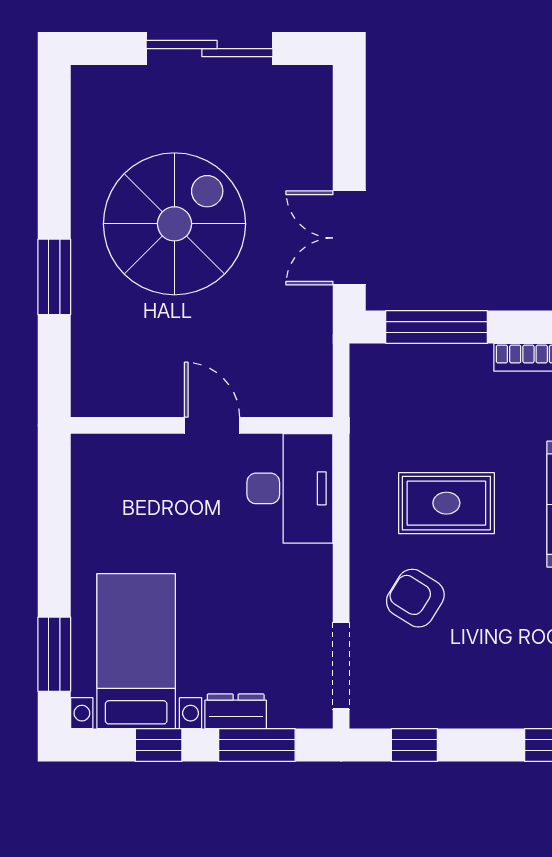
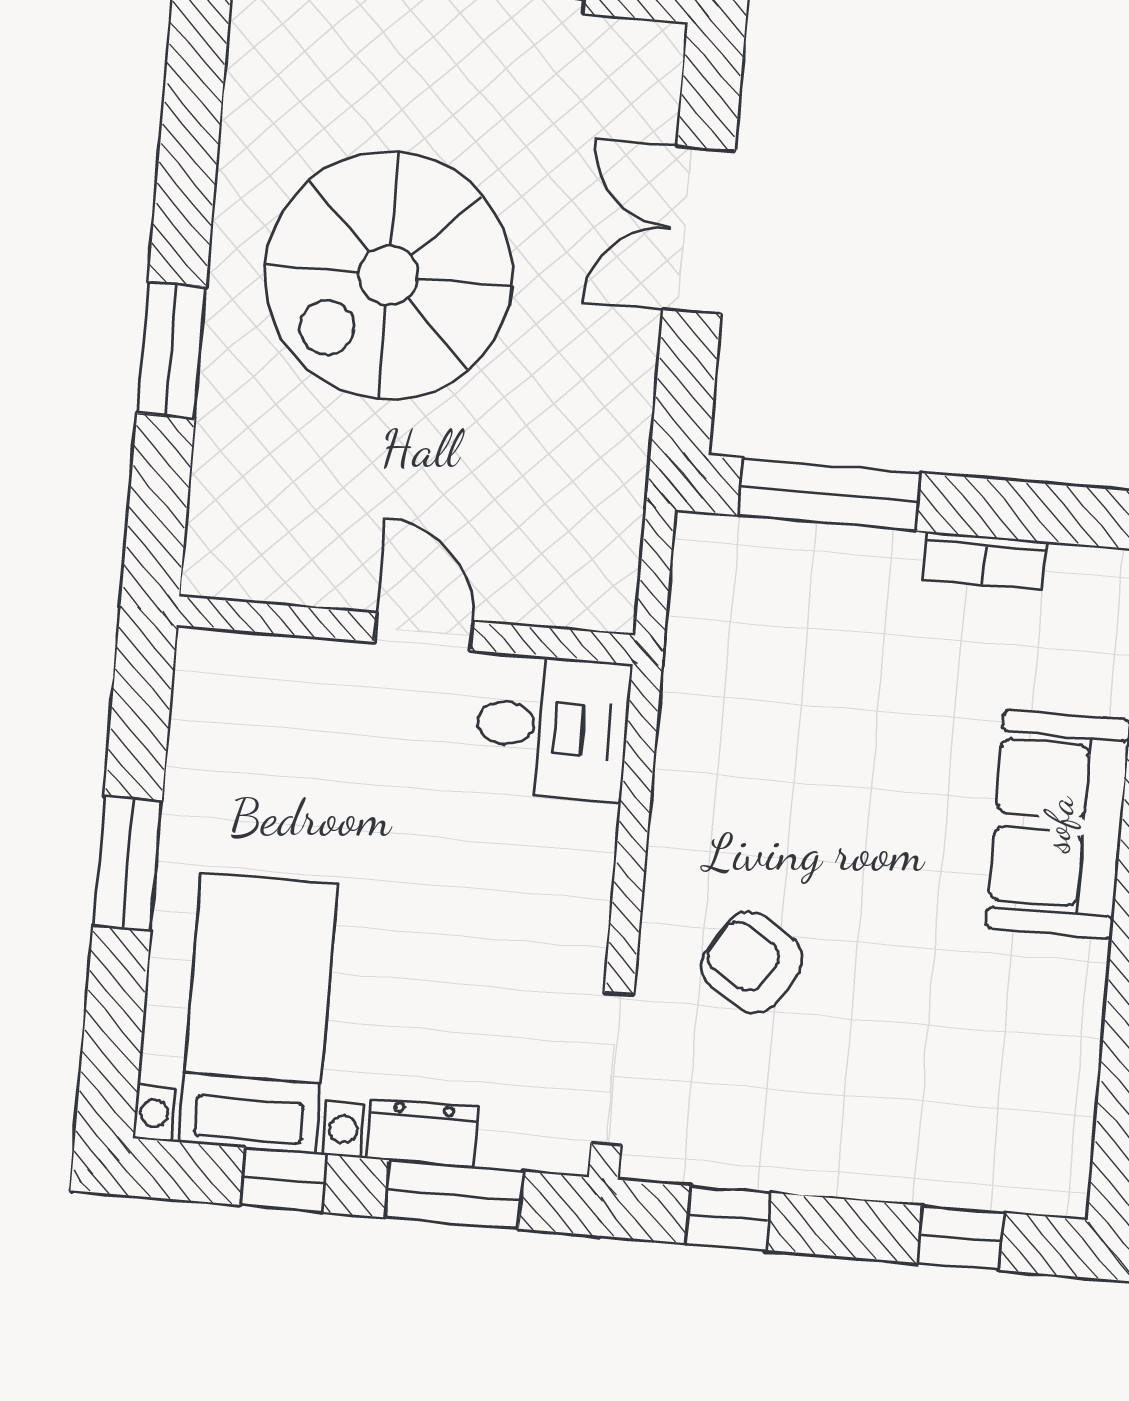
spiral stairs: (174, 224) -> (388, 275), turned 180
double door: (349, 238) -> (699, 230), moved
desk: (290, 488) -> (552, 727), width x0.73
rug: (446, 503) -> (820, 802), removed
window: (54, 654) -> (127, 863), moved

